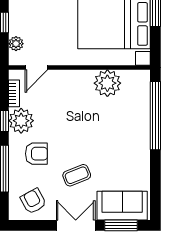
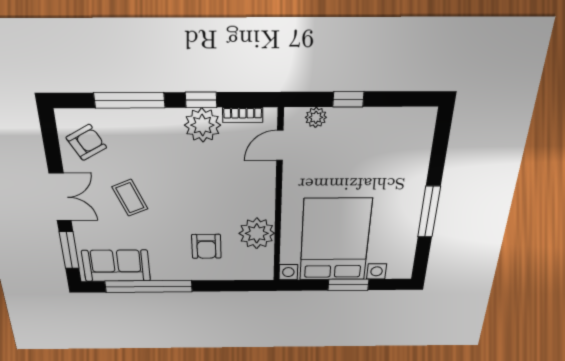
door: (36, 68) -> (280, 145), hinge flipped
window: (155, 116) -> (149, 286), moved
armchair: (36, 154) -> (206, 246), moved
sofa: (122, 206) -> (116, 266), moved, turned -90

